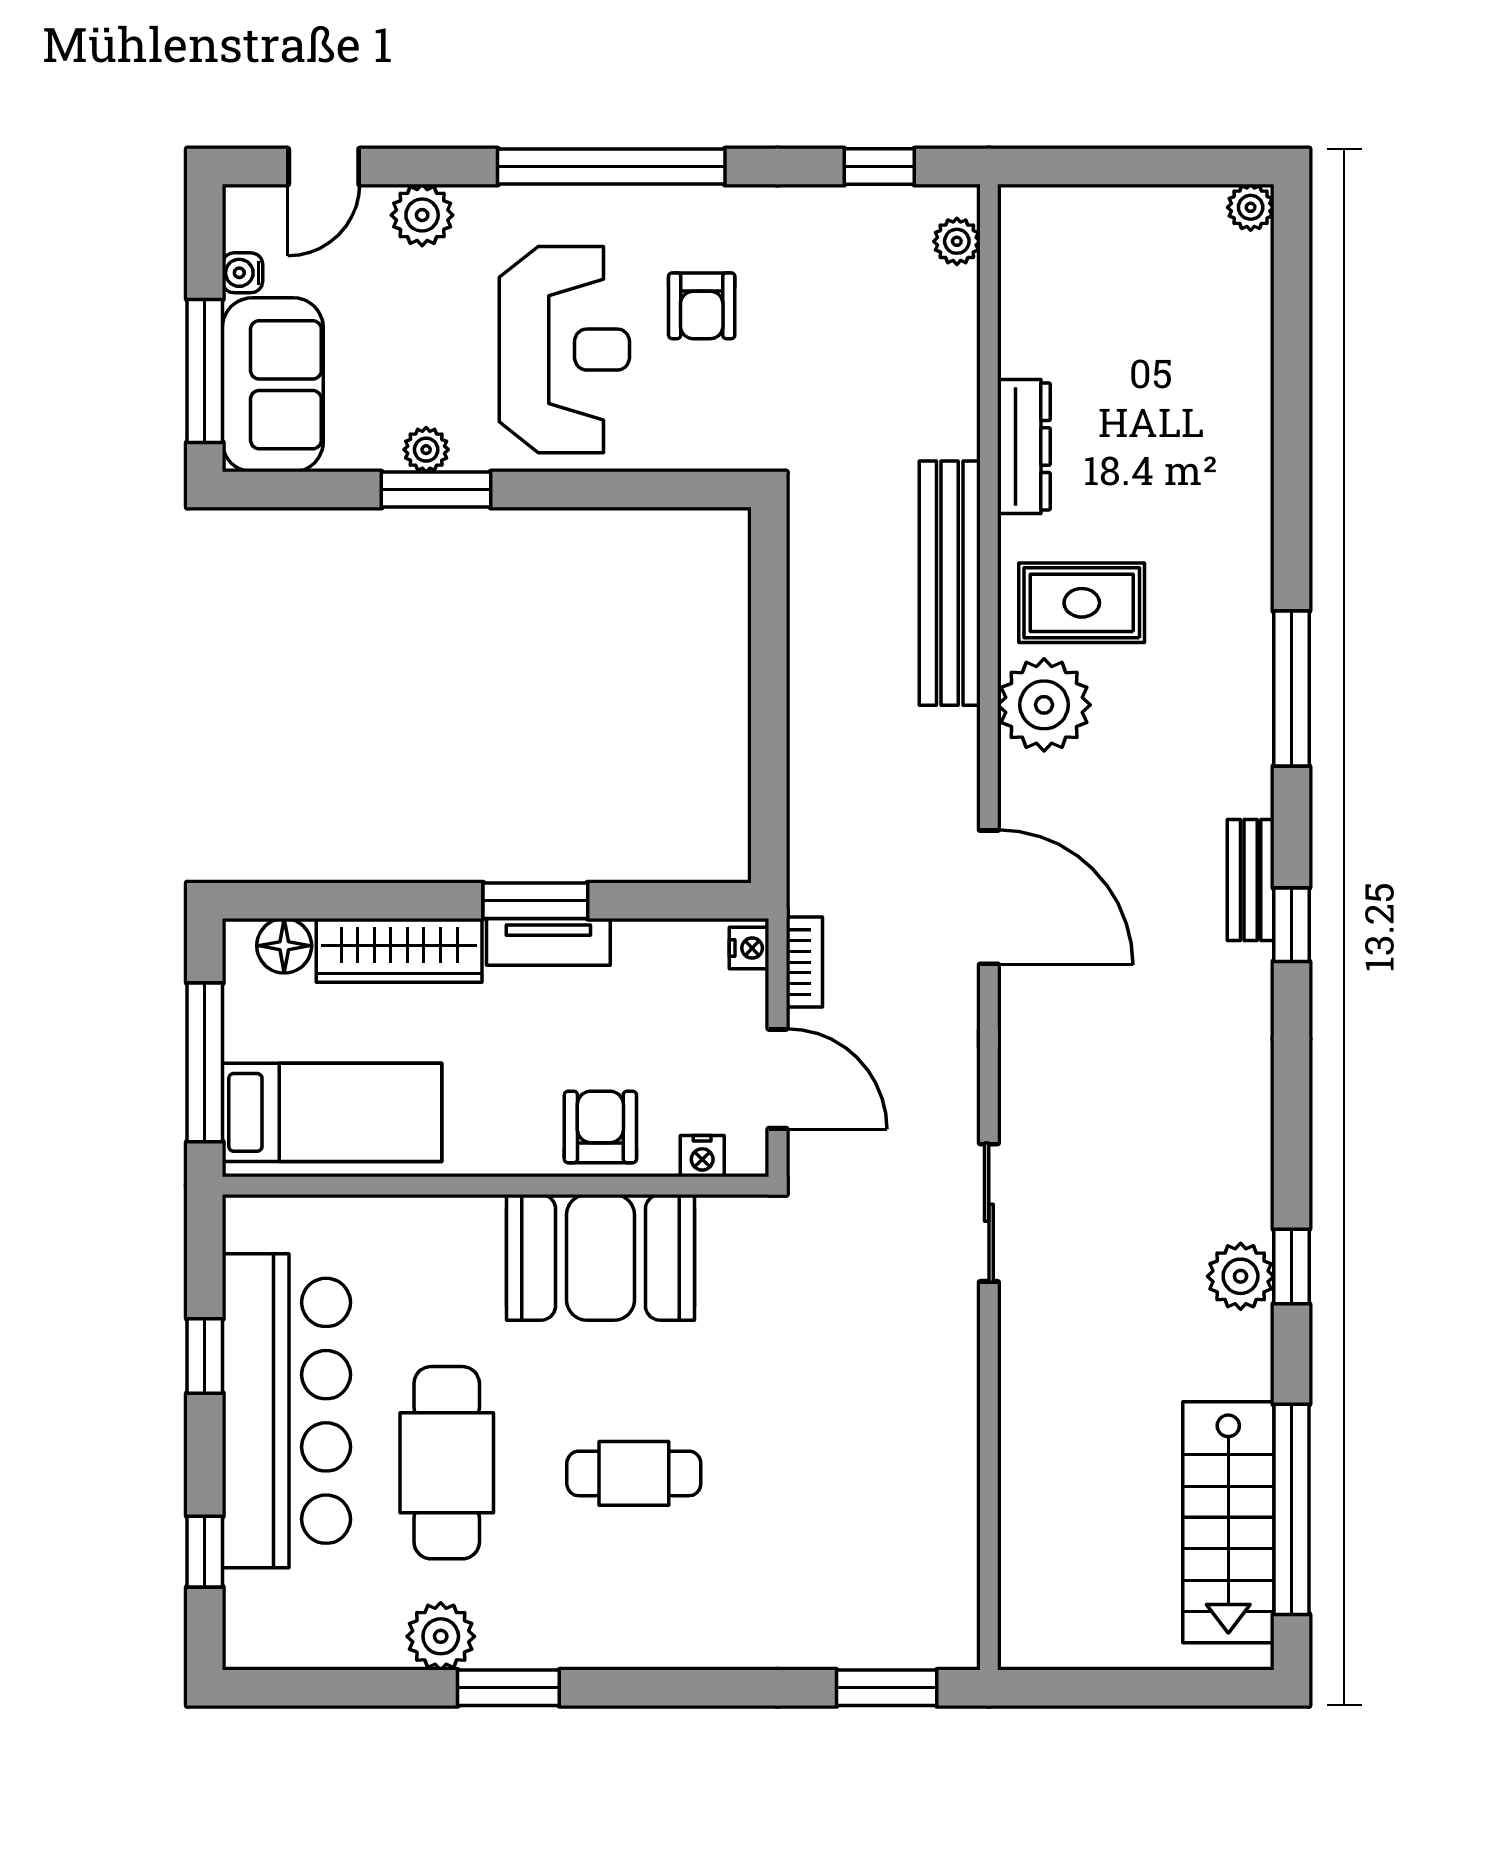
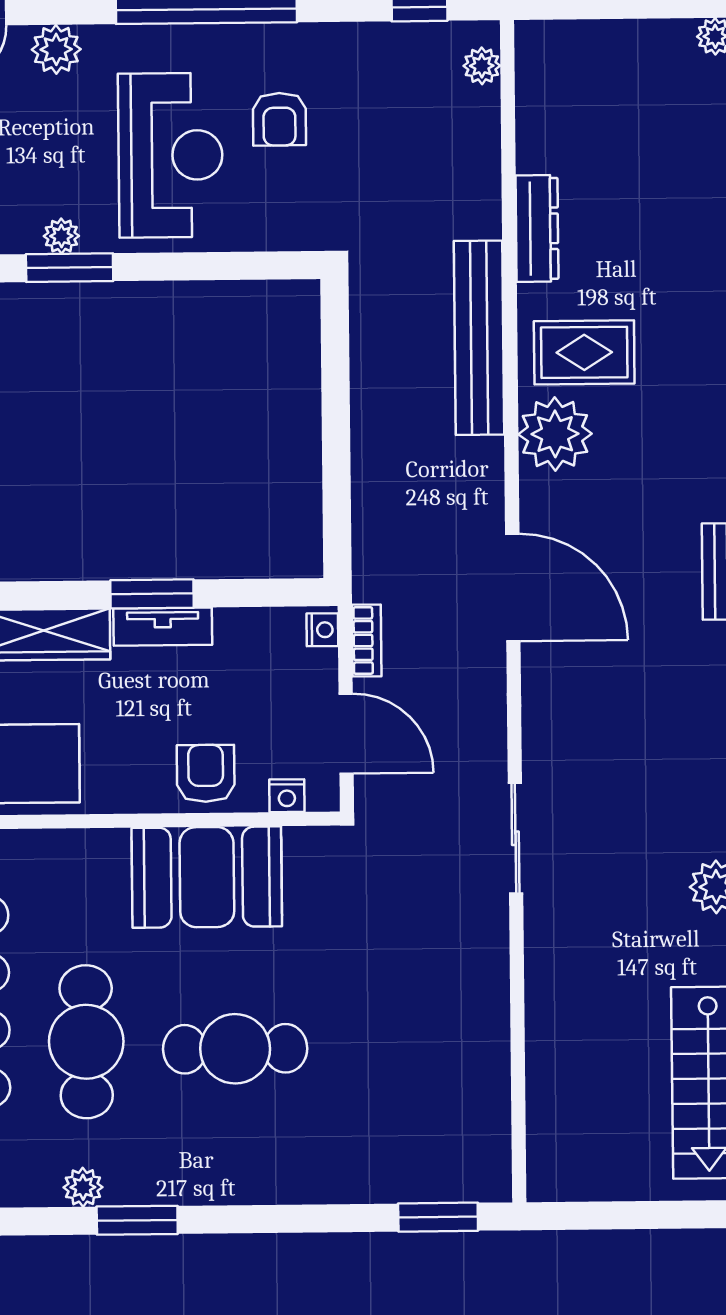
cafe table: (634, 1473) -> (235, 1049), width x1.37, depth x1.35
plant: (441, 1636) -> (83, 1187), width x0.73, depth x0.73

